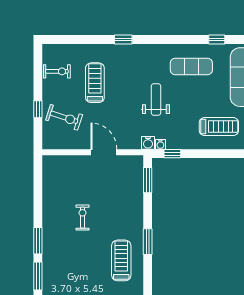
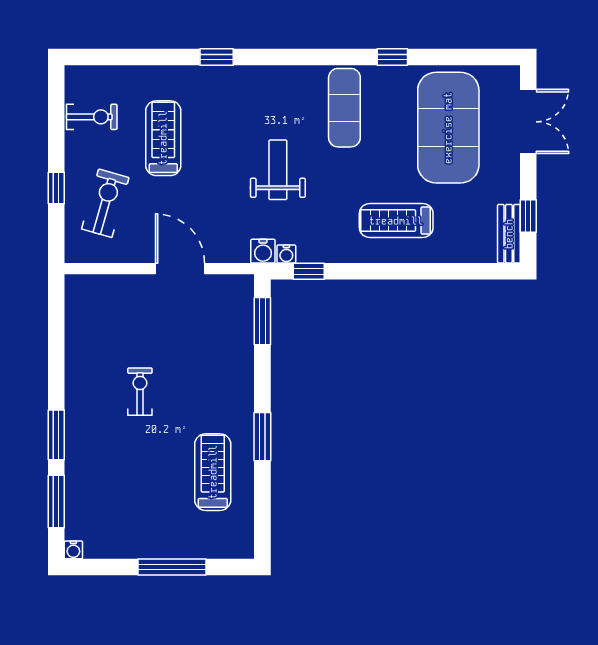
exercise mat: (191, 66) -> (344, 108), turned 90
exercise bike: (64, 117) -> (105, 203), turned -92
treadmill: (219, 127) -> (396, 221), turned 180

